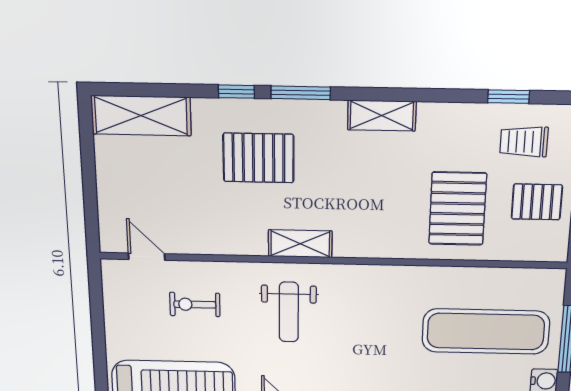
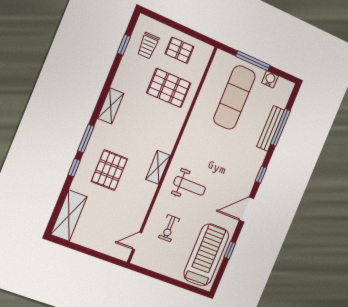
pallet: (537, 202) -> (179, 50), turned 90

